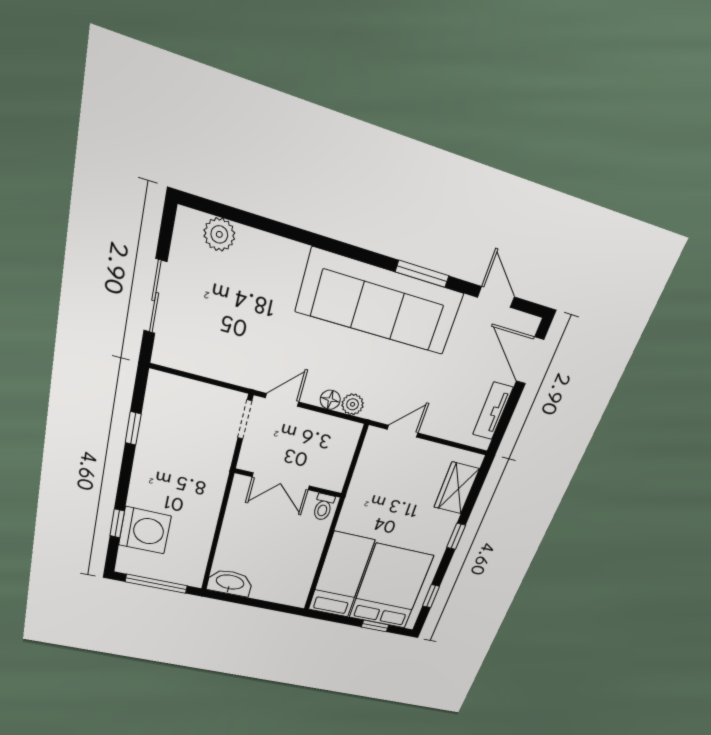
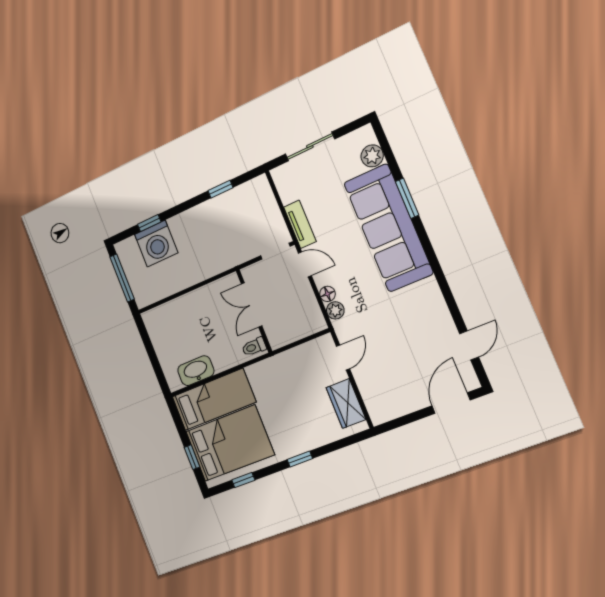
window: (422, 274) -> (407, 198), moved
sofa: (380, 302) -> (388, 228), moved
tv unit: (493, 411) -> (300, 224), moved, turned 90
door: (403, 431) -> (343, 358), hinge flipped
wardrobe: (456, 488) -> (346, 404), moved, turned -90
washbasin: (230, 583) -> (196, 371), moved, turned -90

